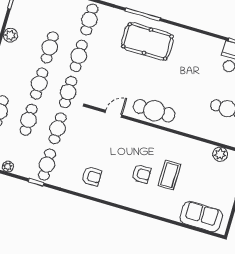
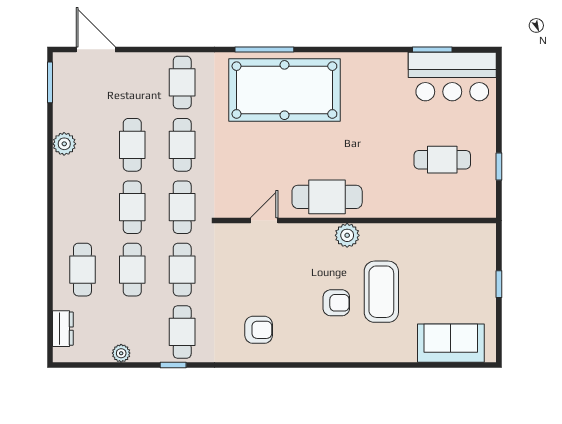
pool table: (147, 41) -> (284, 90), width x1.36, depth x1.32
plant: (220, 154) -> (347, 235), moved
coffee table: (169, 175) -> (381, 292), width x1.36, depth x1.32

